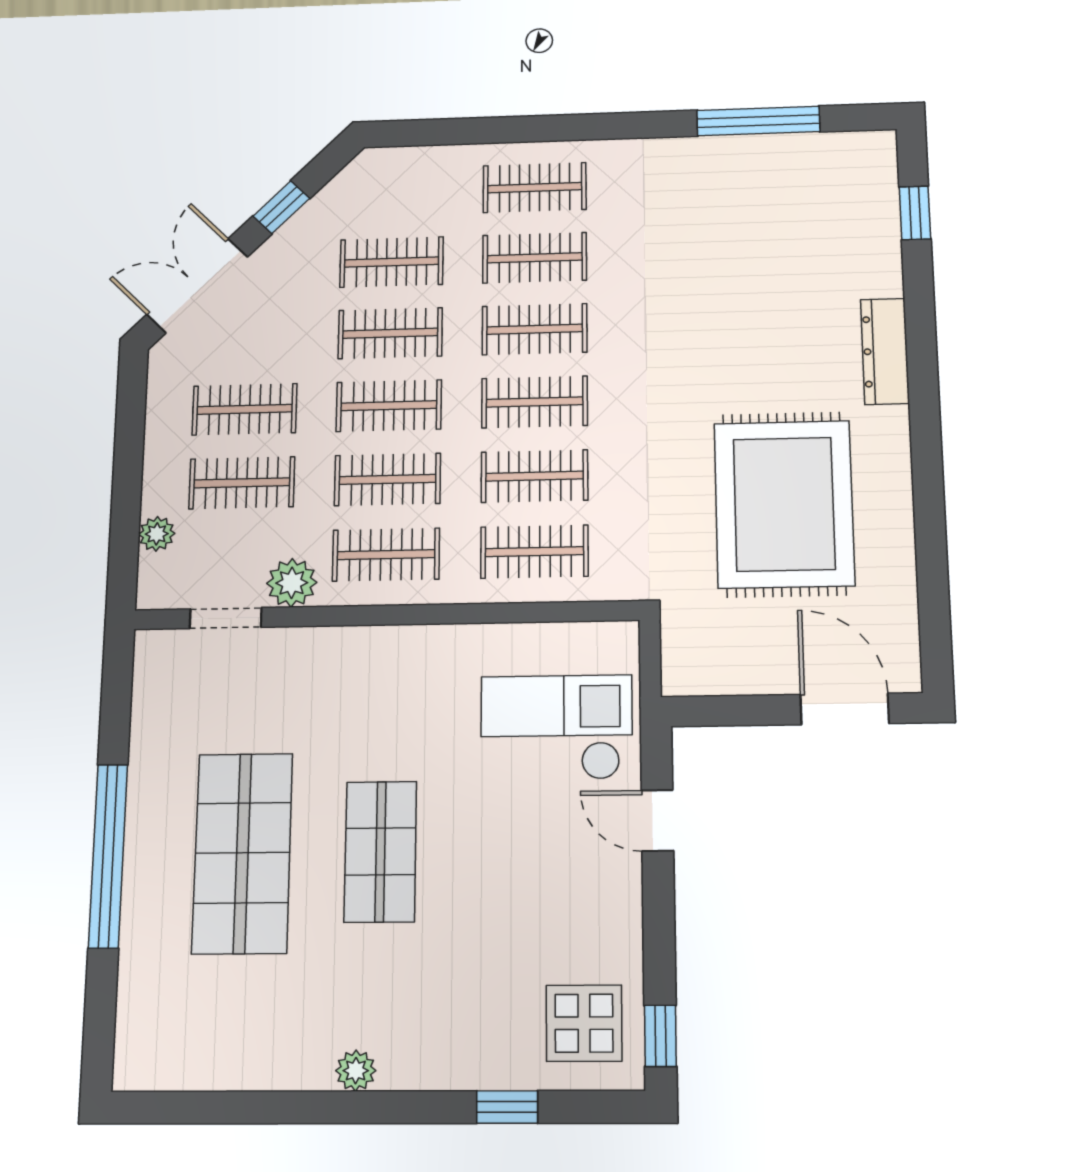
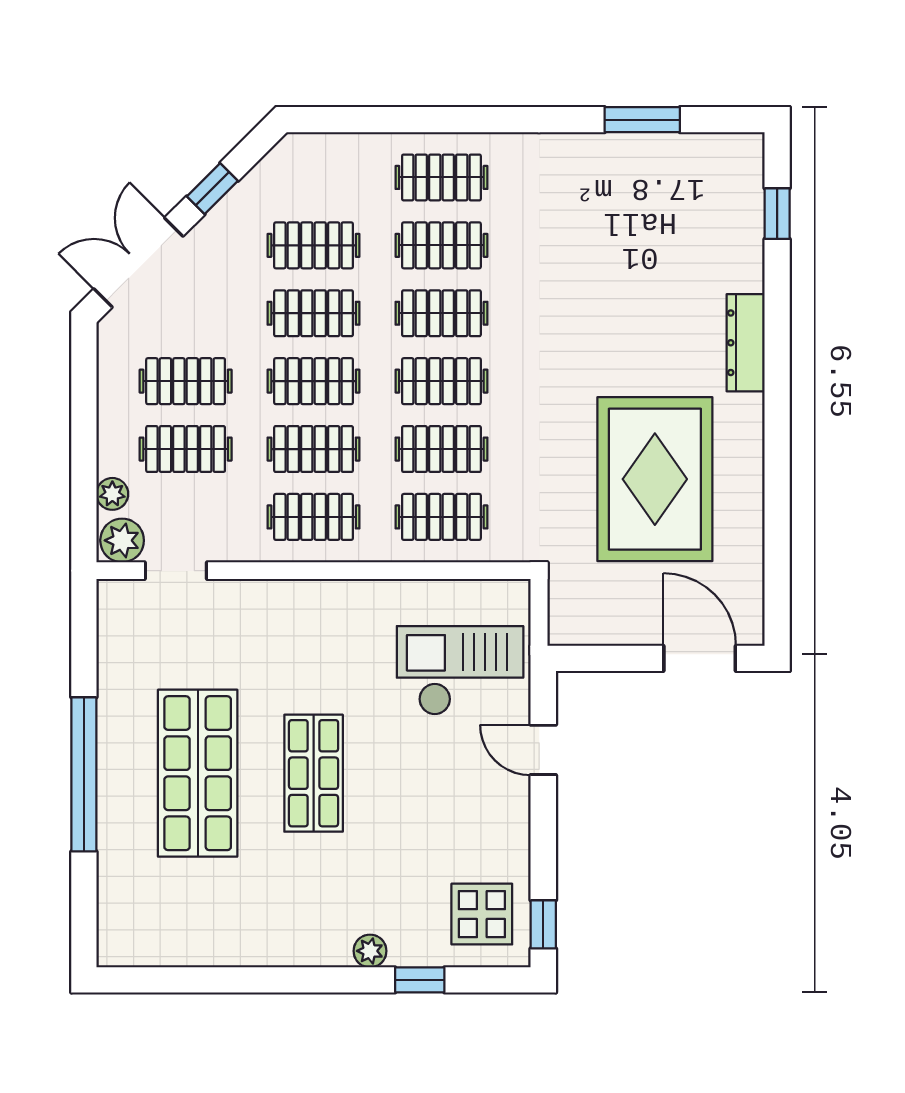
window: (758, 121) -> (642, 120), width x0.69
plant: (292, 583) -> (122, 540), moved
plant: (356, 1071) -> (370, 951), moved

